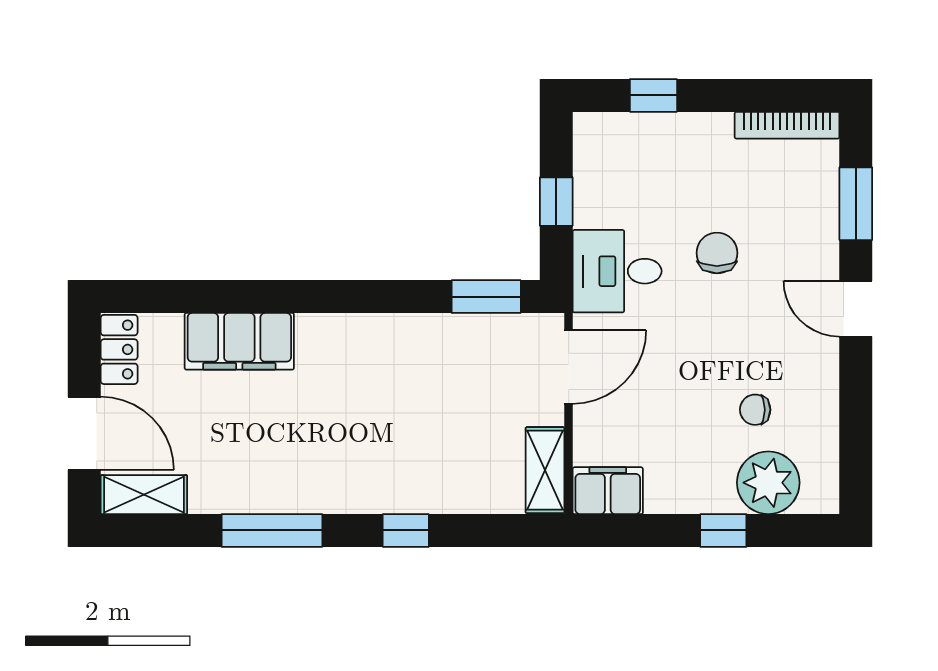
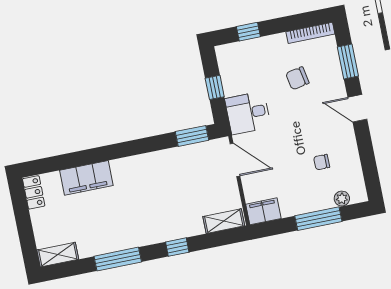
chair: (717, 253) -> (297, 78), moved, turned -101
door: (569, 367) -> (235, 160), hinge flipped
door: (84, 433) -> (26, 233), removed
shelving: (545, 470) -> (224, 221), moved, turned 90
plant: (768, 483) -> (342, 199), width x0.53, depth x0.53
window: (723, 530) -> (318, 219), width x2.17

